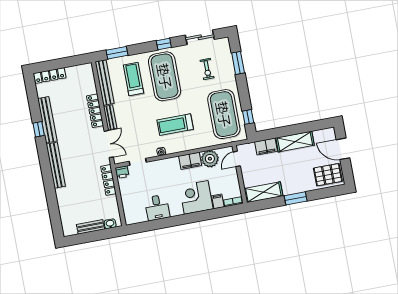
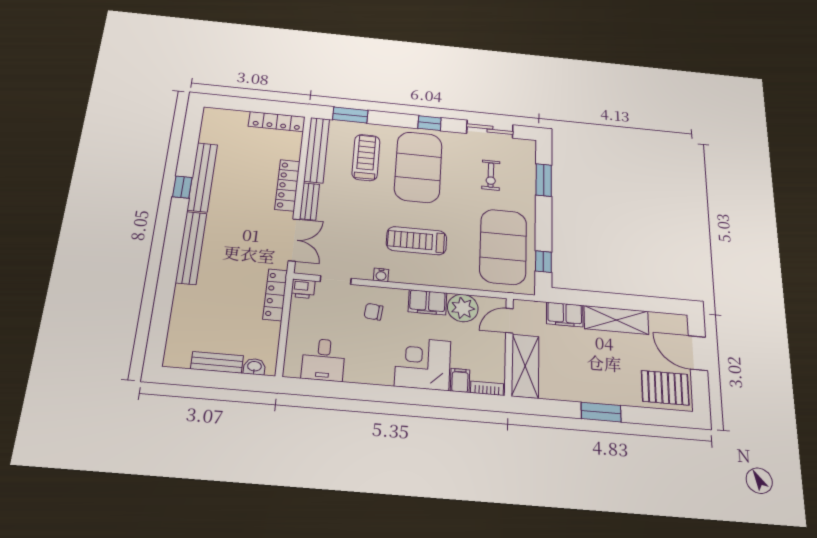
locker: (50, 75) -> (277, 122), moved
chair: (163, 175) -> (373, 312), added
shelving: (263, 192) -> (525, 366), moved, turned 90
desk: (157, 208) -> (323, 360), moved

